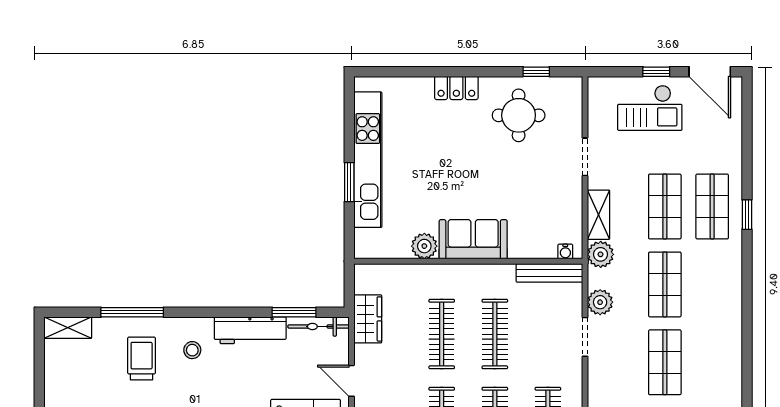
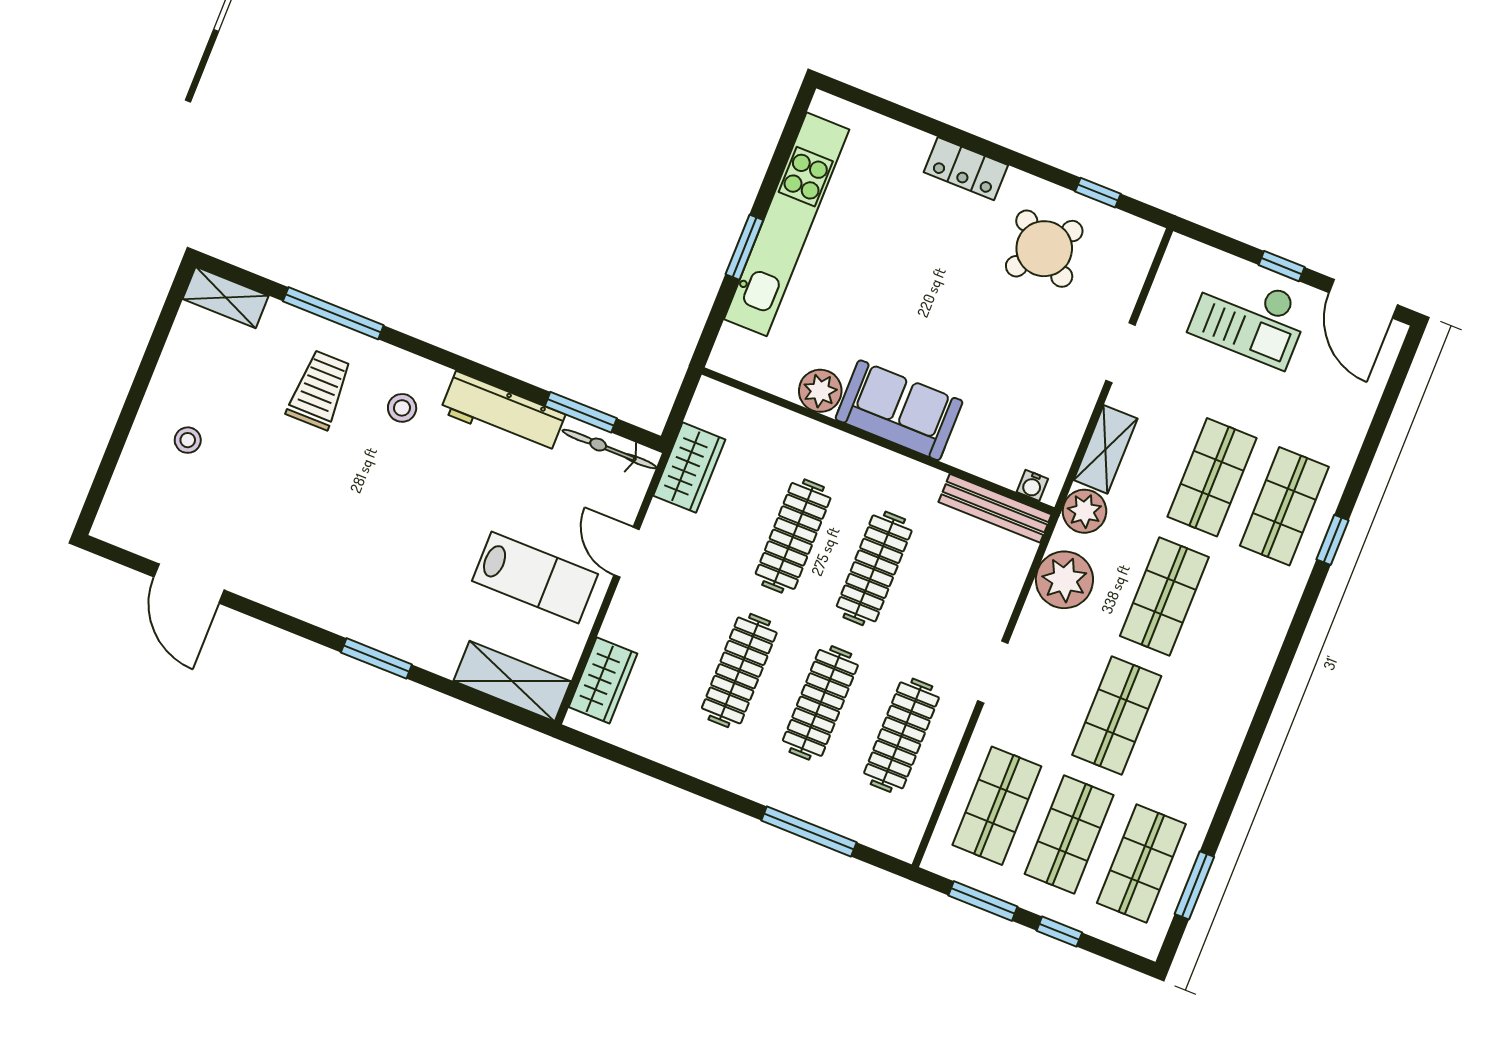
round table: (519, 115) -> (1044, 249), turned 36
plant: (600, 302) -> (1064, 580), width x1.36, depth x1.36
doorway: (585, 337) -> (993, 672), moved

